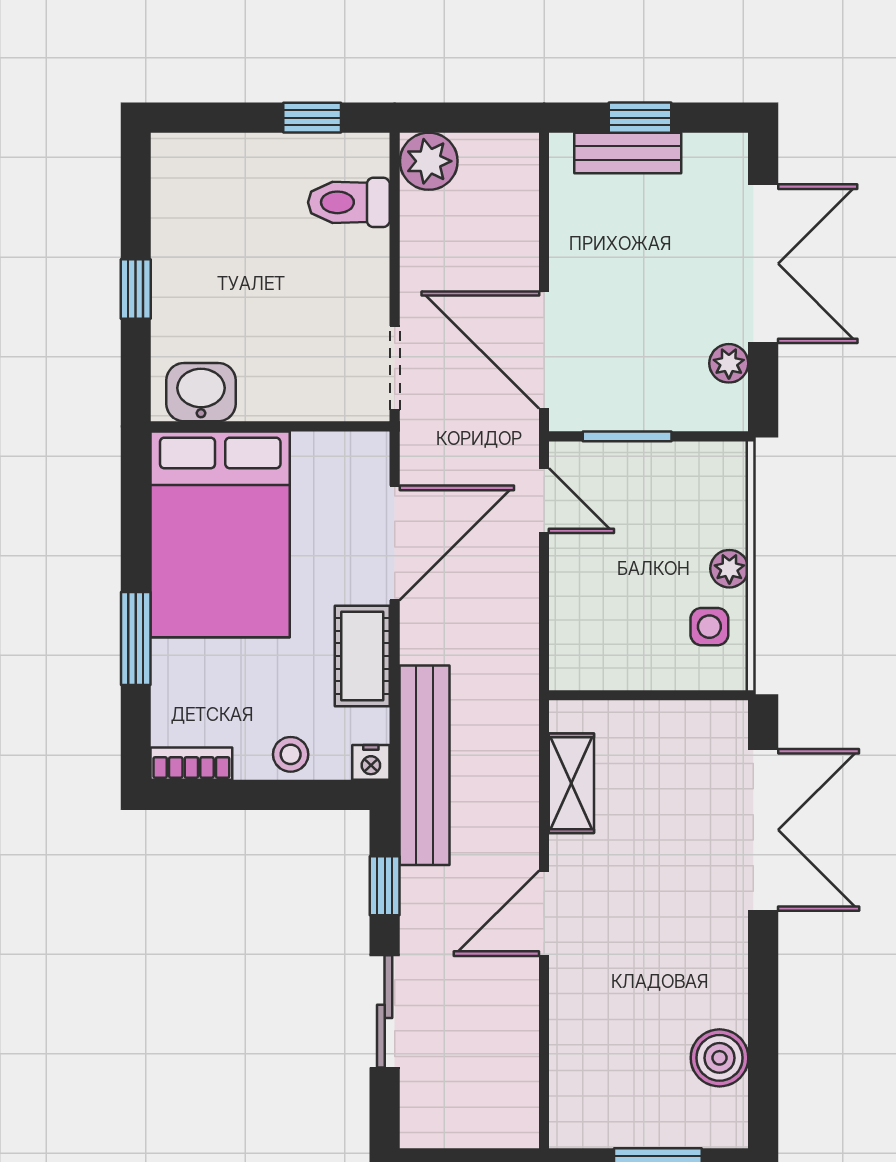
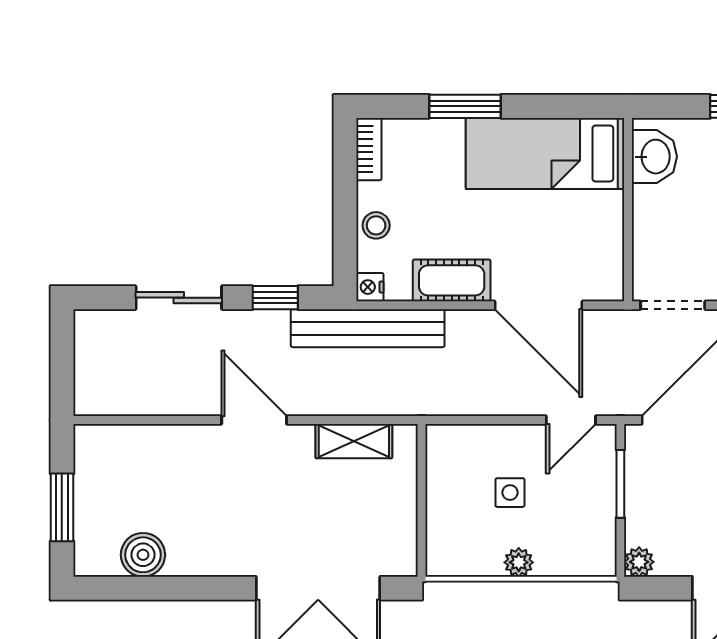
plant: (729, 363) -> (639, 562), moved
bed: (220, 534) -> (545, 153), width x0.67
side table: (709, 627) -> (510, 493), moved

